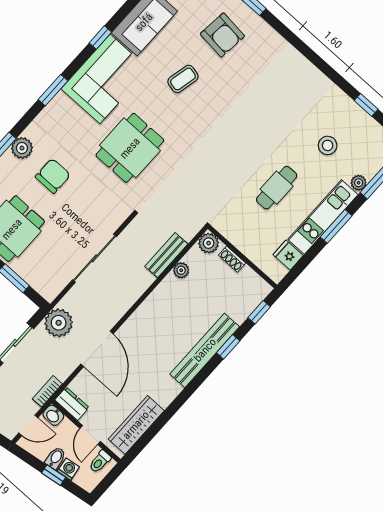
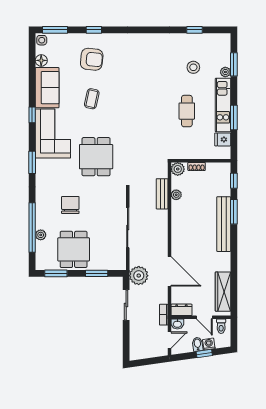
plant: (22, 148) -> (42, 205), removed
window: (336, 226) -> (234, 117), moved
window: (228, 347) -> (234, 212), width x1.50

